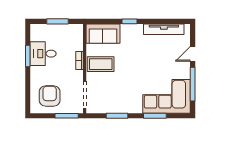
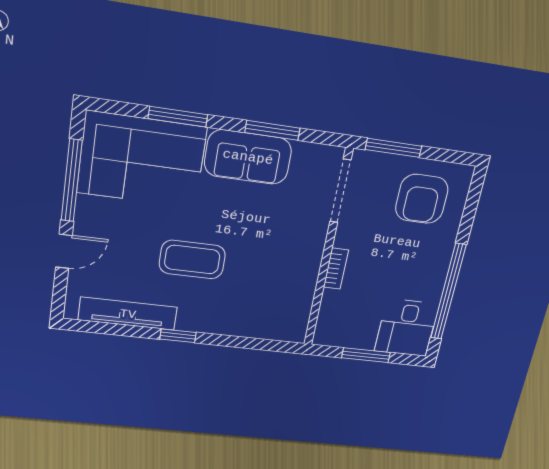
window: (129, 21) -> (178, 336), moved
sofa: (103, 34) -> (248, 157), moved, turned 180
desk: (43, 54) -> (407, 328), moved, turned 90
window: (28, 56) -> (448, 292), width x2.11
coffee table: (101, 64) -> (192, 260), moved

